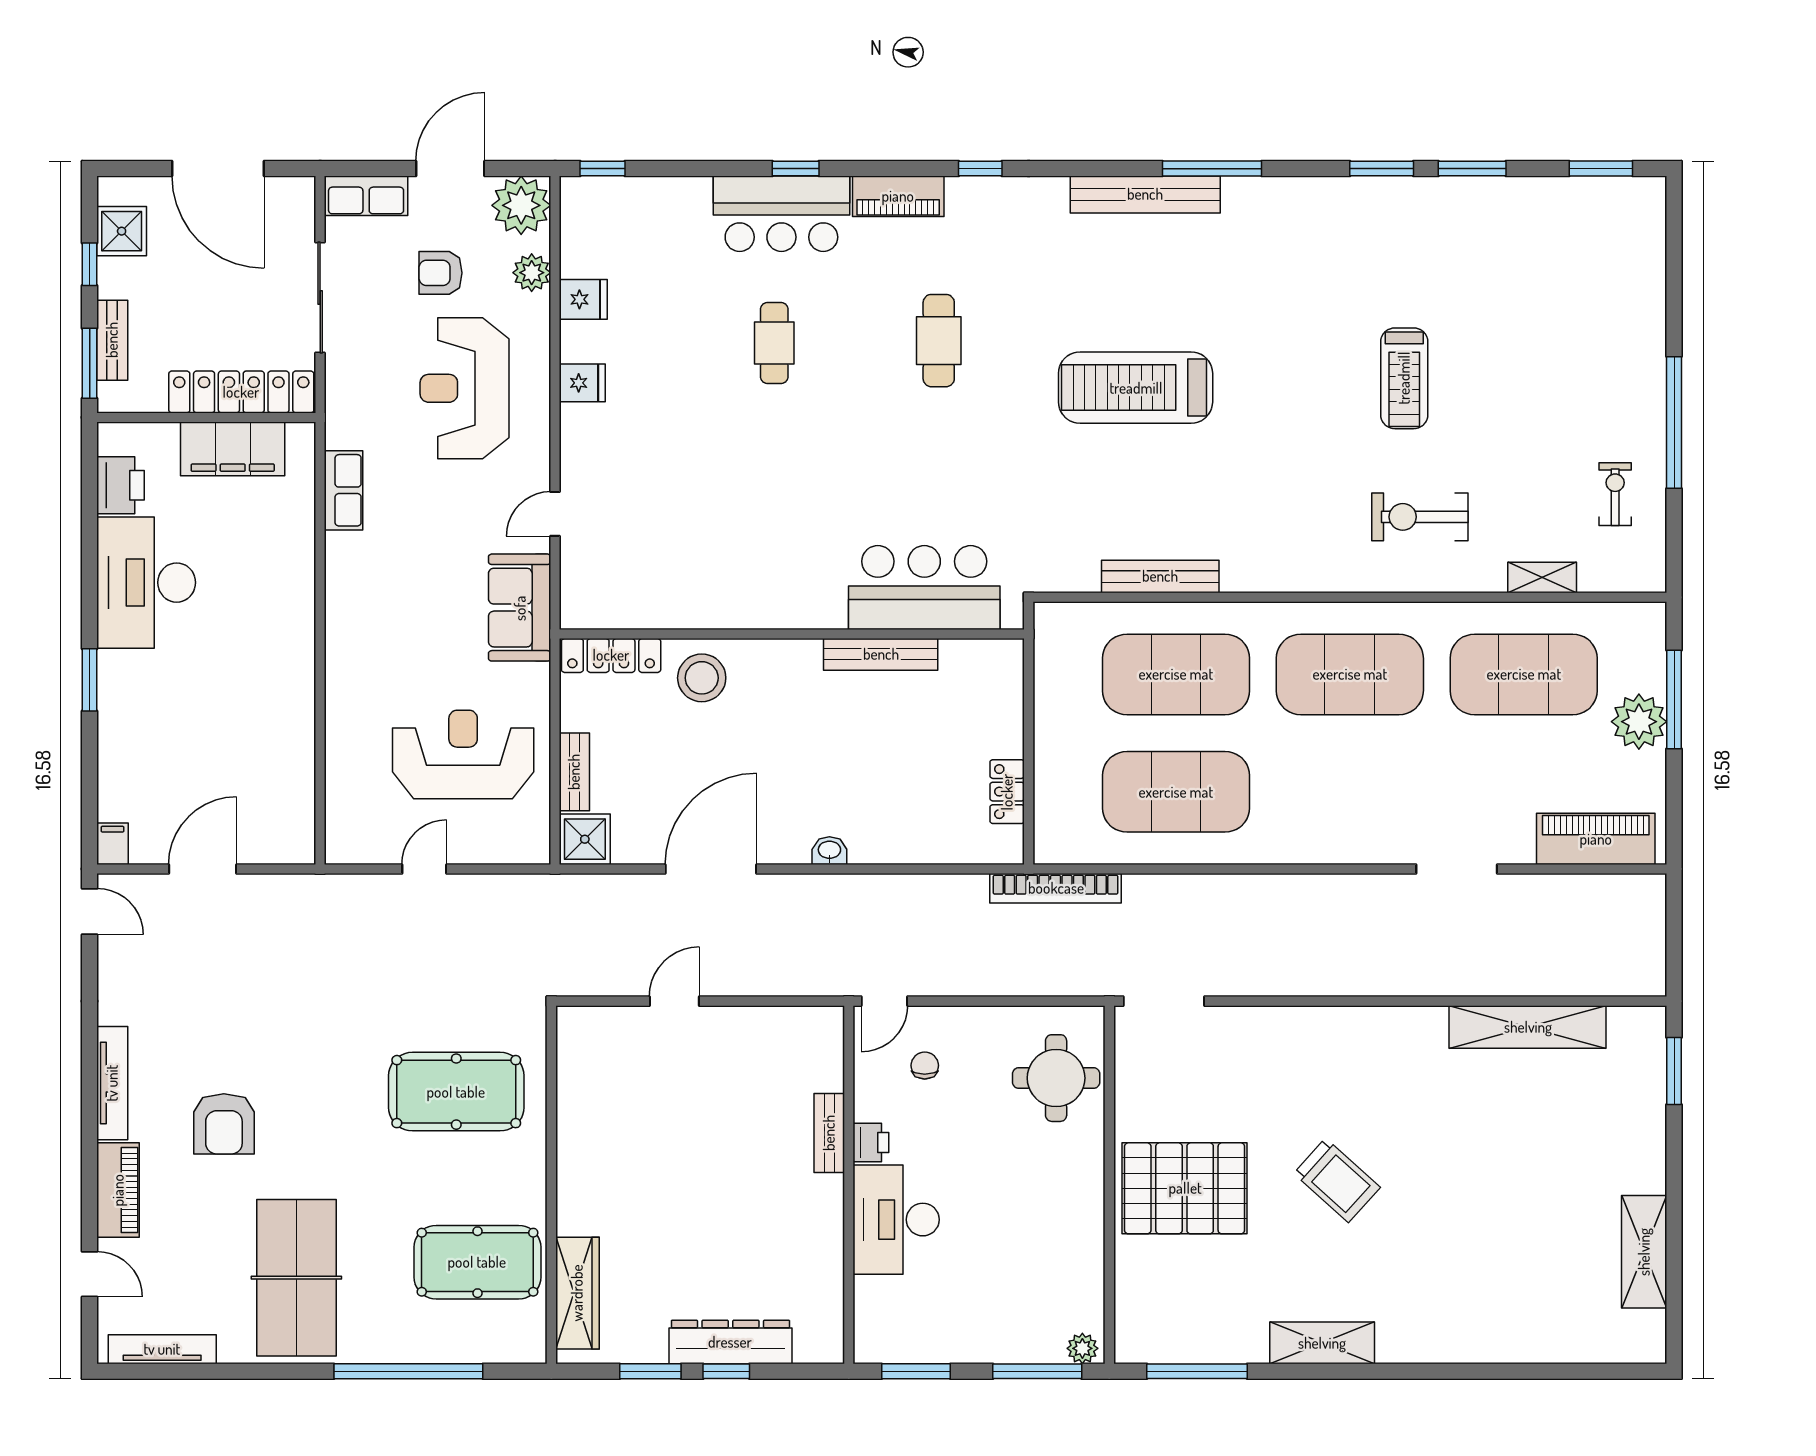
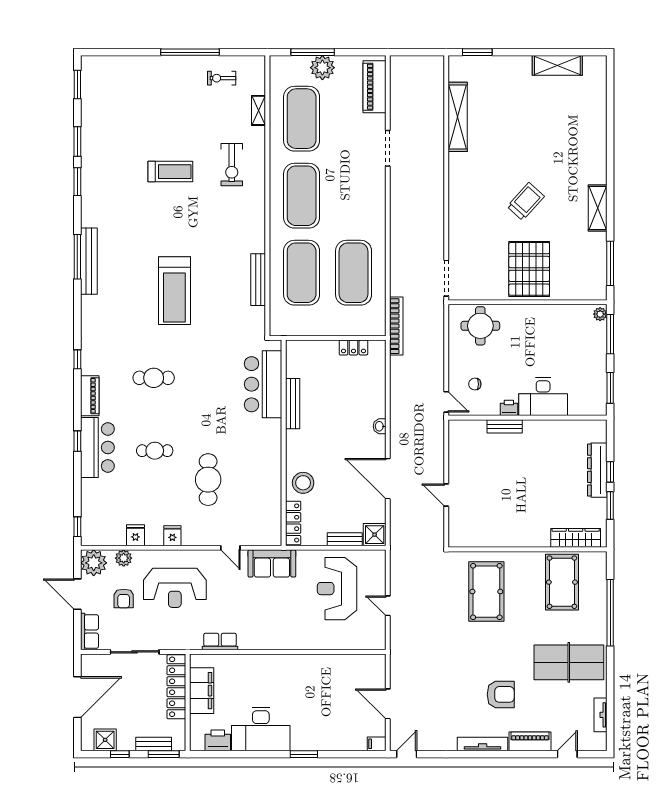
bench: (1145, 194) -> (89, 261), moved
cafe table: (709, 464) -> (208, 480), added
tv unit: (162, 1349) -> (600, 715), width x0.71

